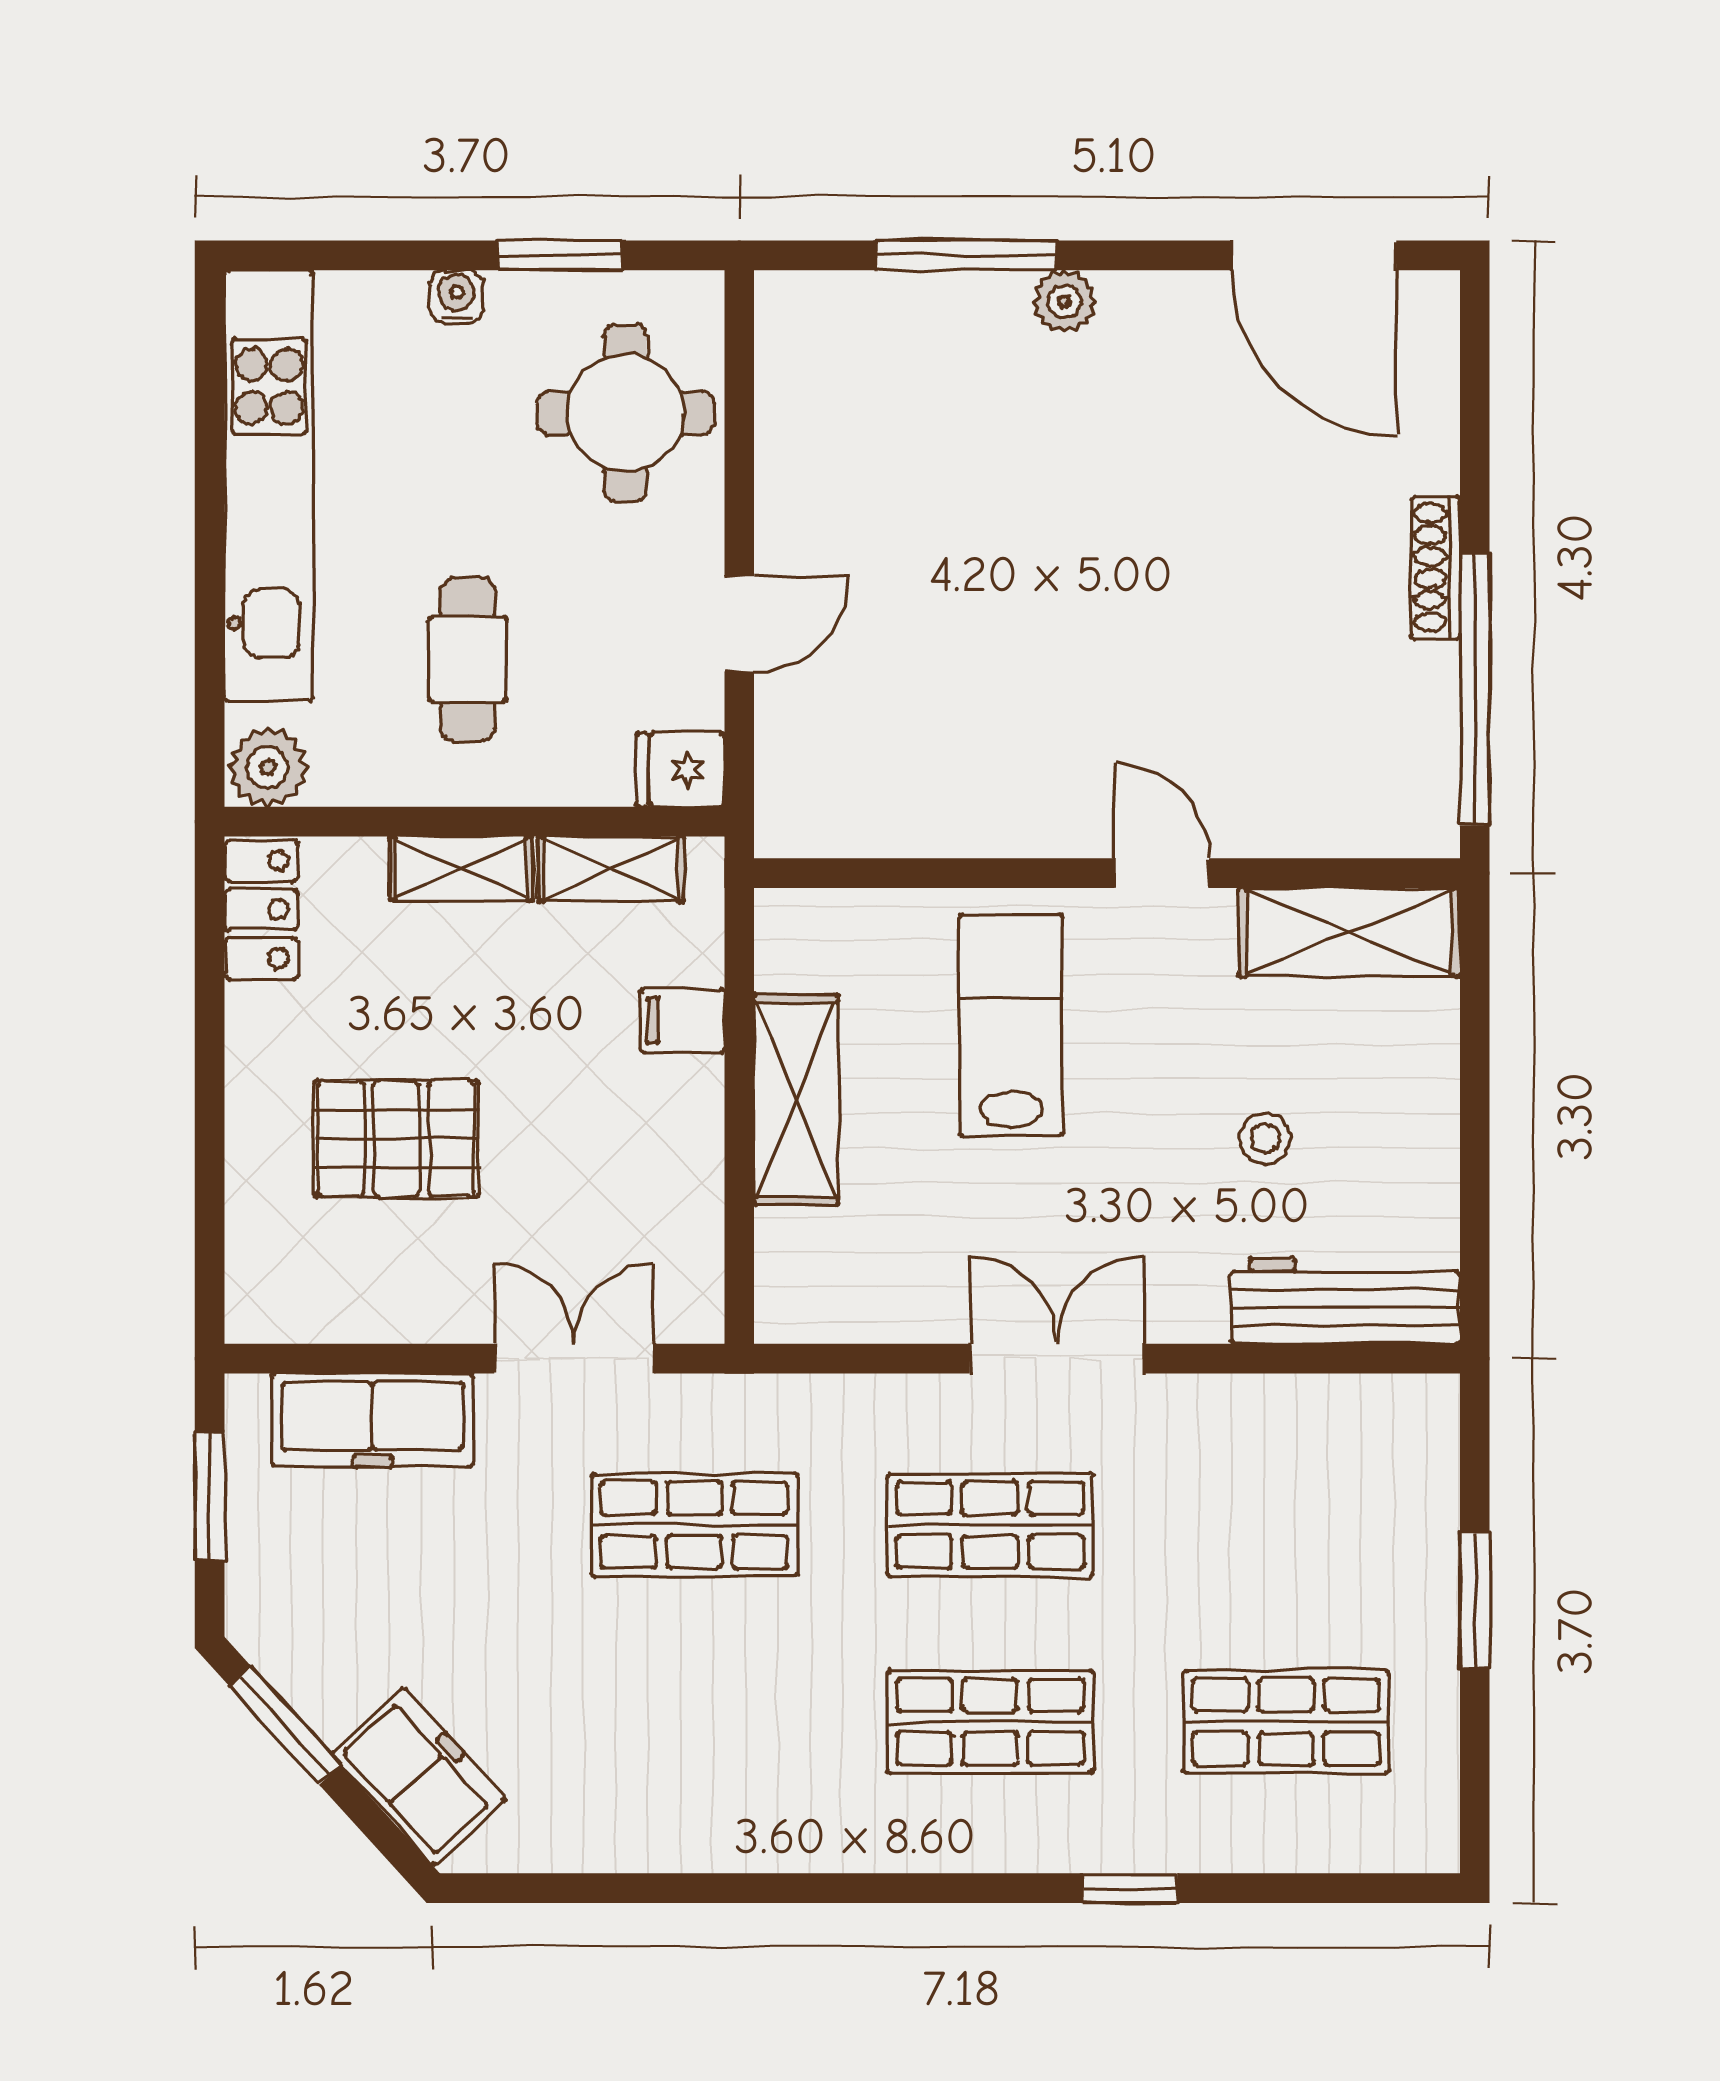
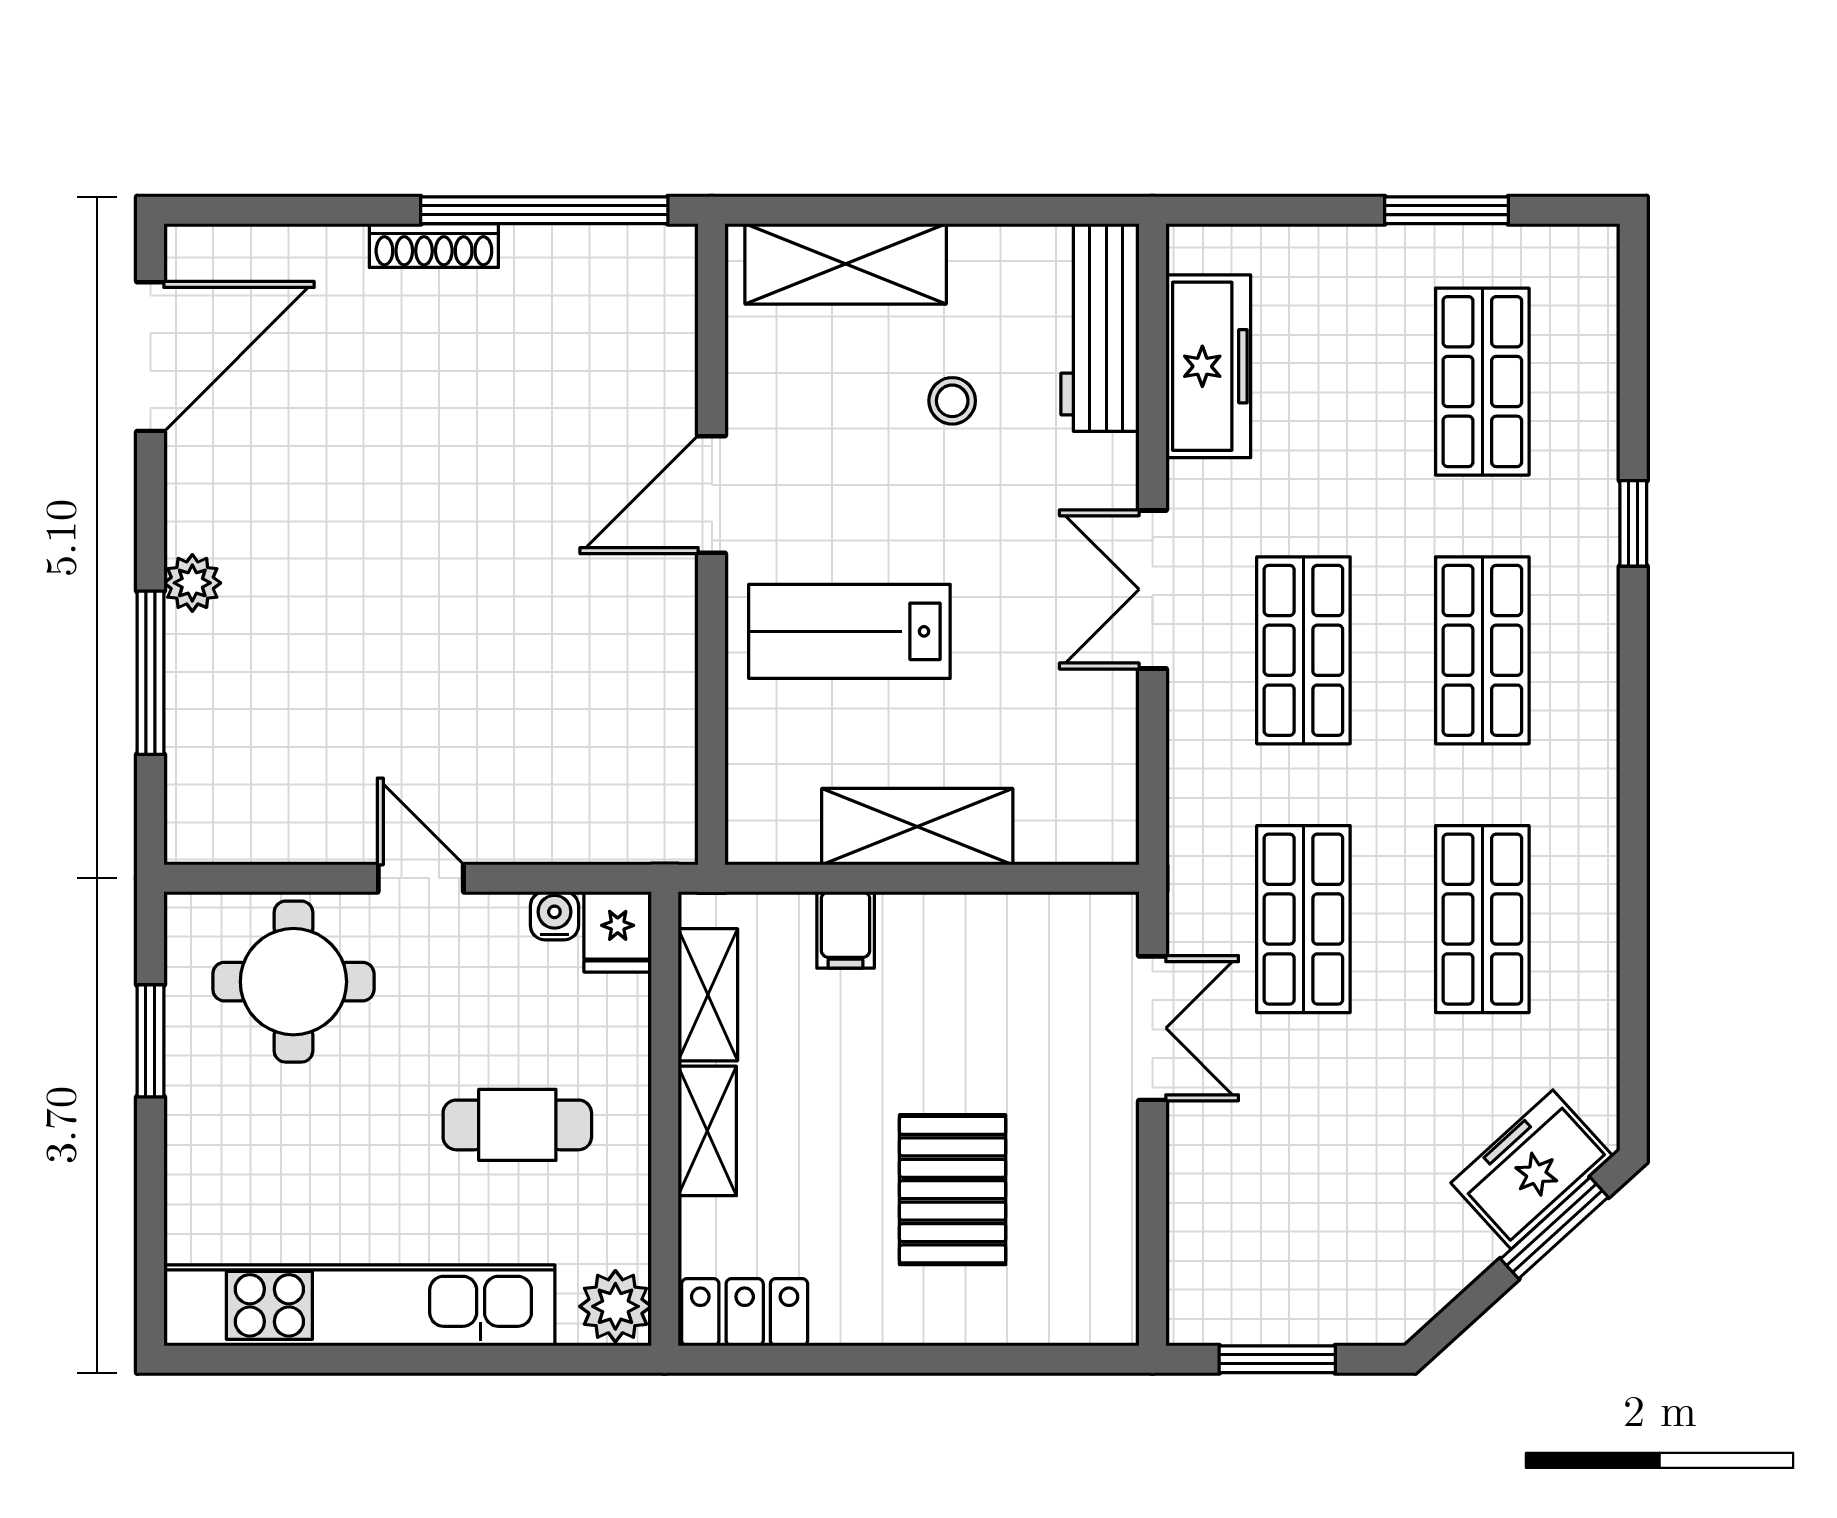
water cooler: (456, 297) -> (554, 916), moved, turned 90
door: (739, 624) -> (421, 878), moved
door: (1162, 873) -> (712, 494), width x1.38
shelving: (1349, 932) -> (846, 264), moved, turned 90
double door: (574, 1359) -> (1152, 1028), swing flipped
freezer: (372, 1420) -> (1208, 366), moved
window: (1475, 1600) -> (1447, 210), moved
shop shelf: (694, 1722) -> (1482, 919), added
window: (285, 1725) -> (1554, 1228), moved

